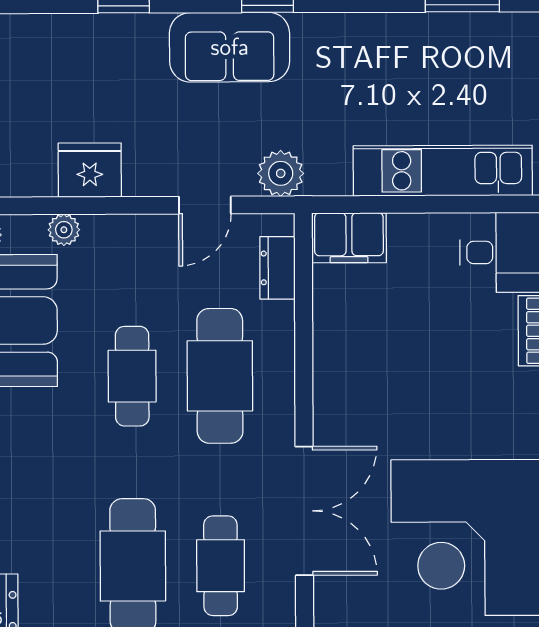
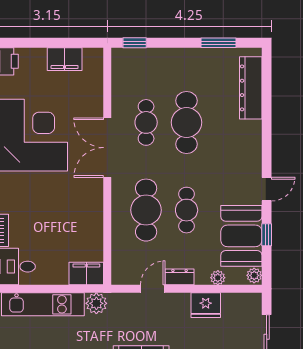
plant: (281, 173) -> (96, 303), moved
dresser: (277, 268) -> (180, 277), moved, turned -90

